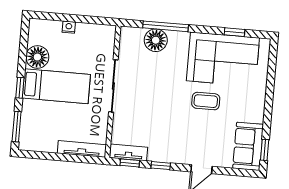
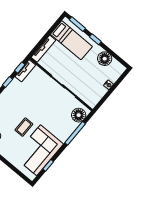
floor lamp: (156, 40) -> (79, 115), moved
bed: (56, 86) -> (71, 40), moved, turned -90

